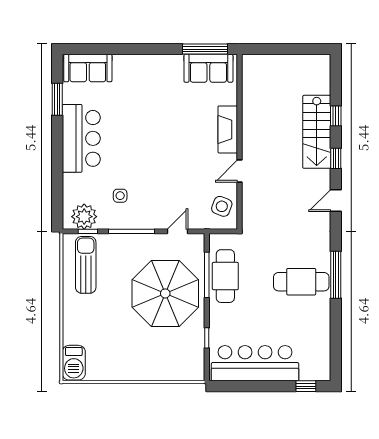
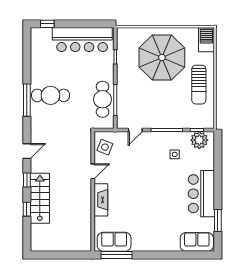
sun lounger: (86, 265) -> (199, 85), moved
parasol: (165, 293) -> (162, 57), moved

